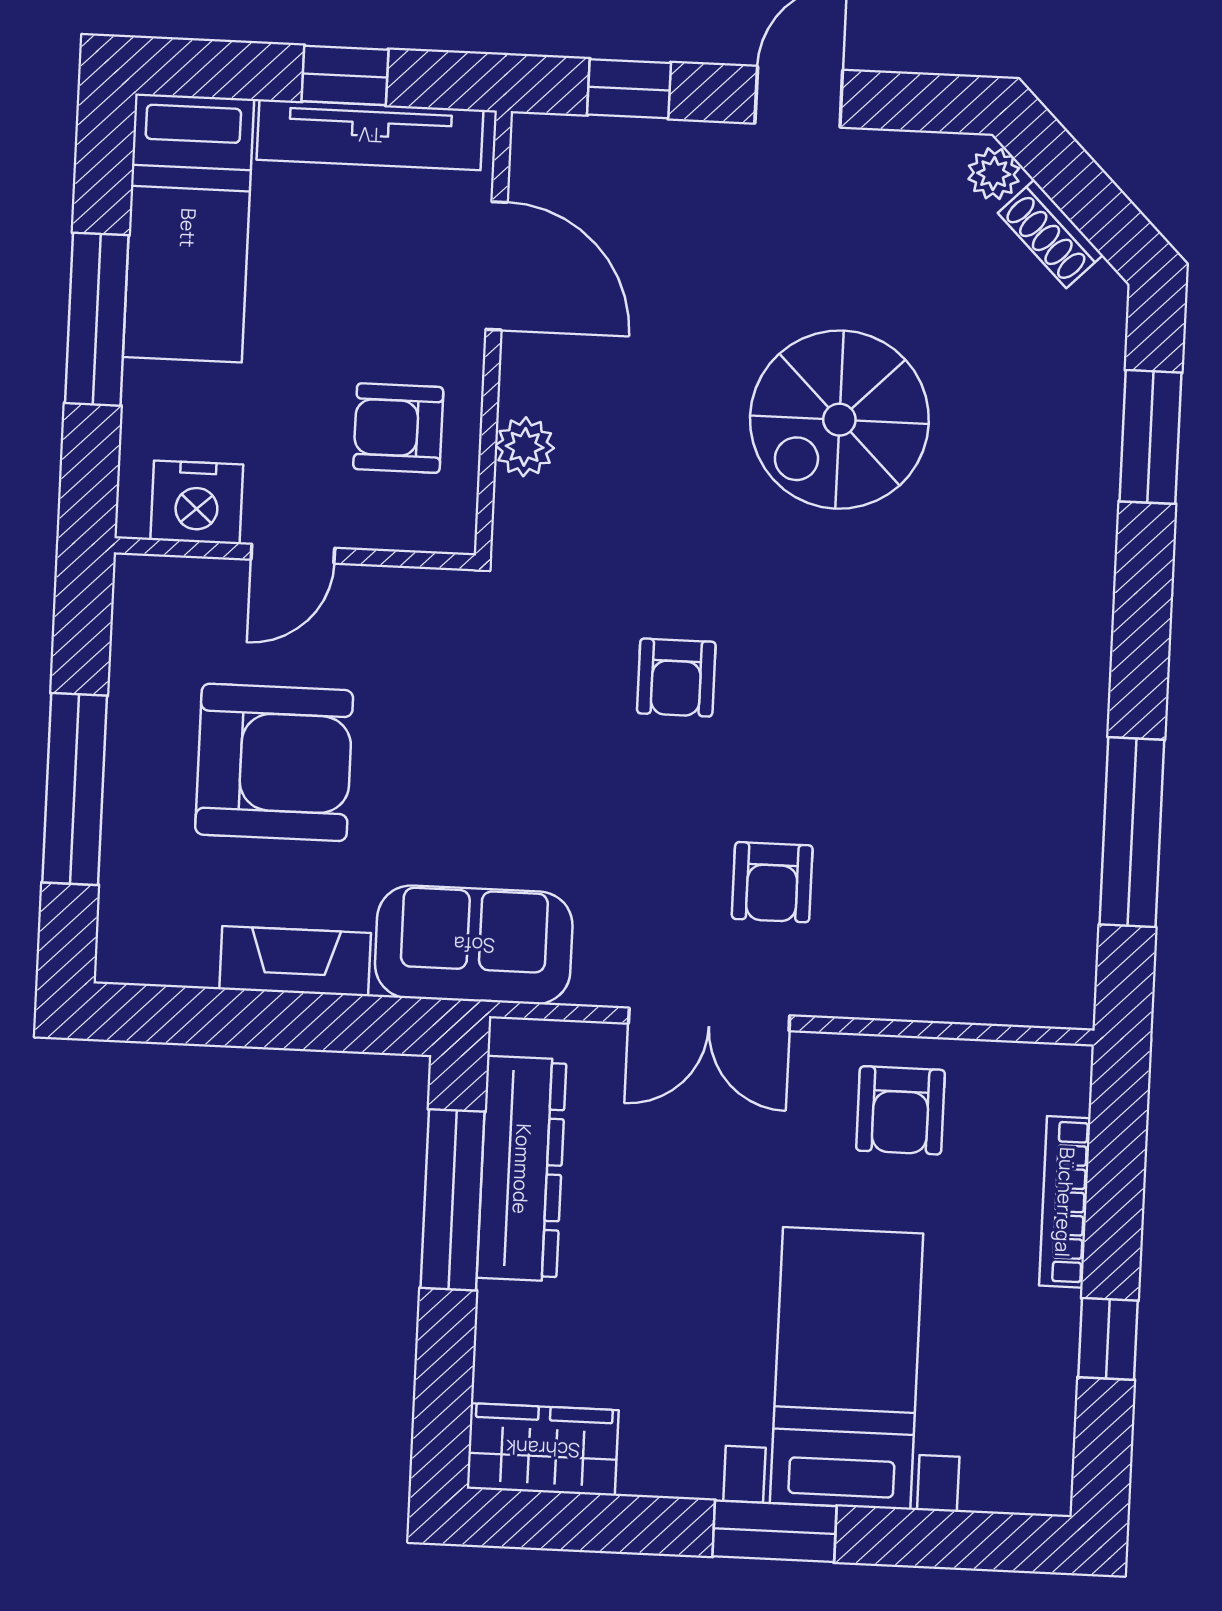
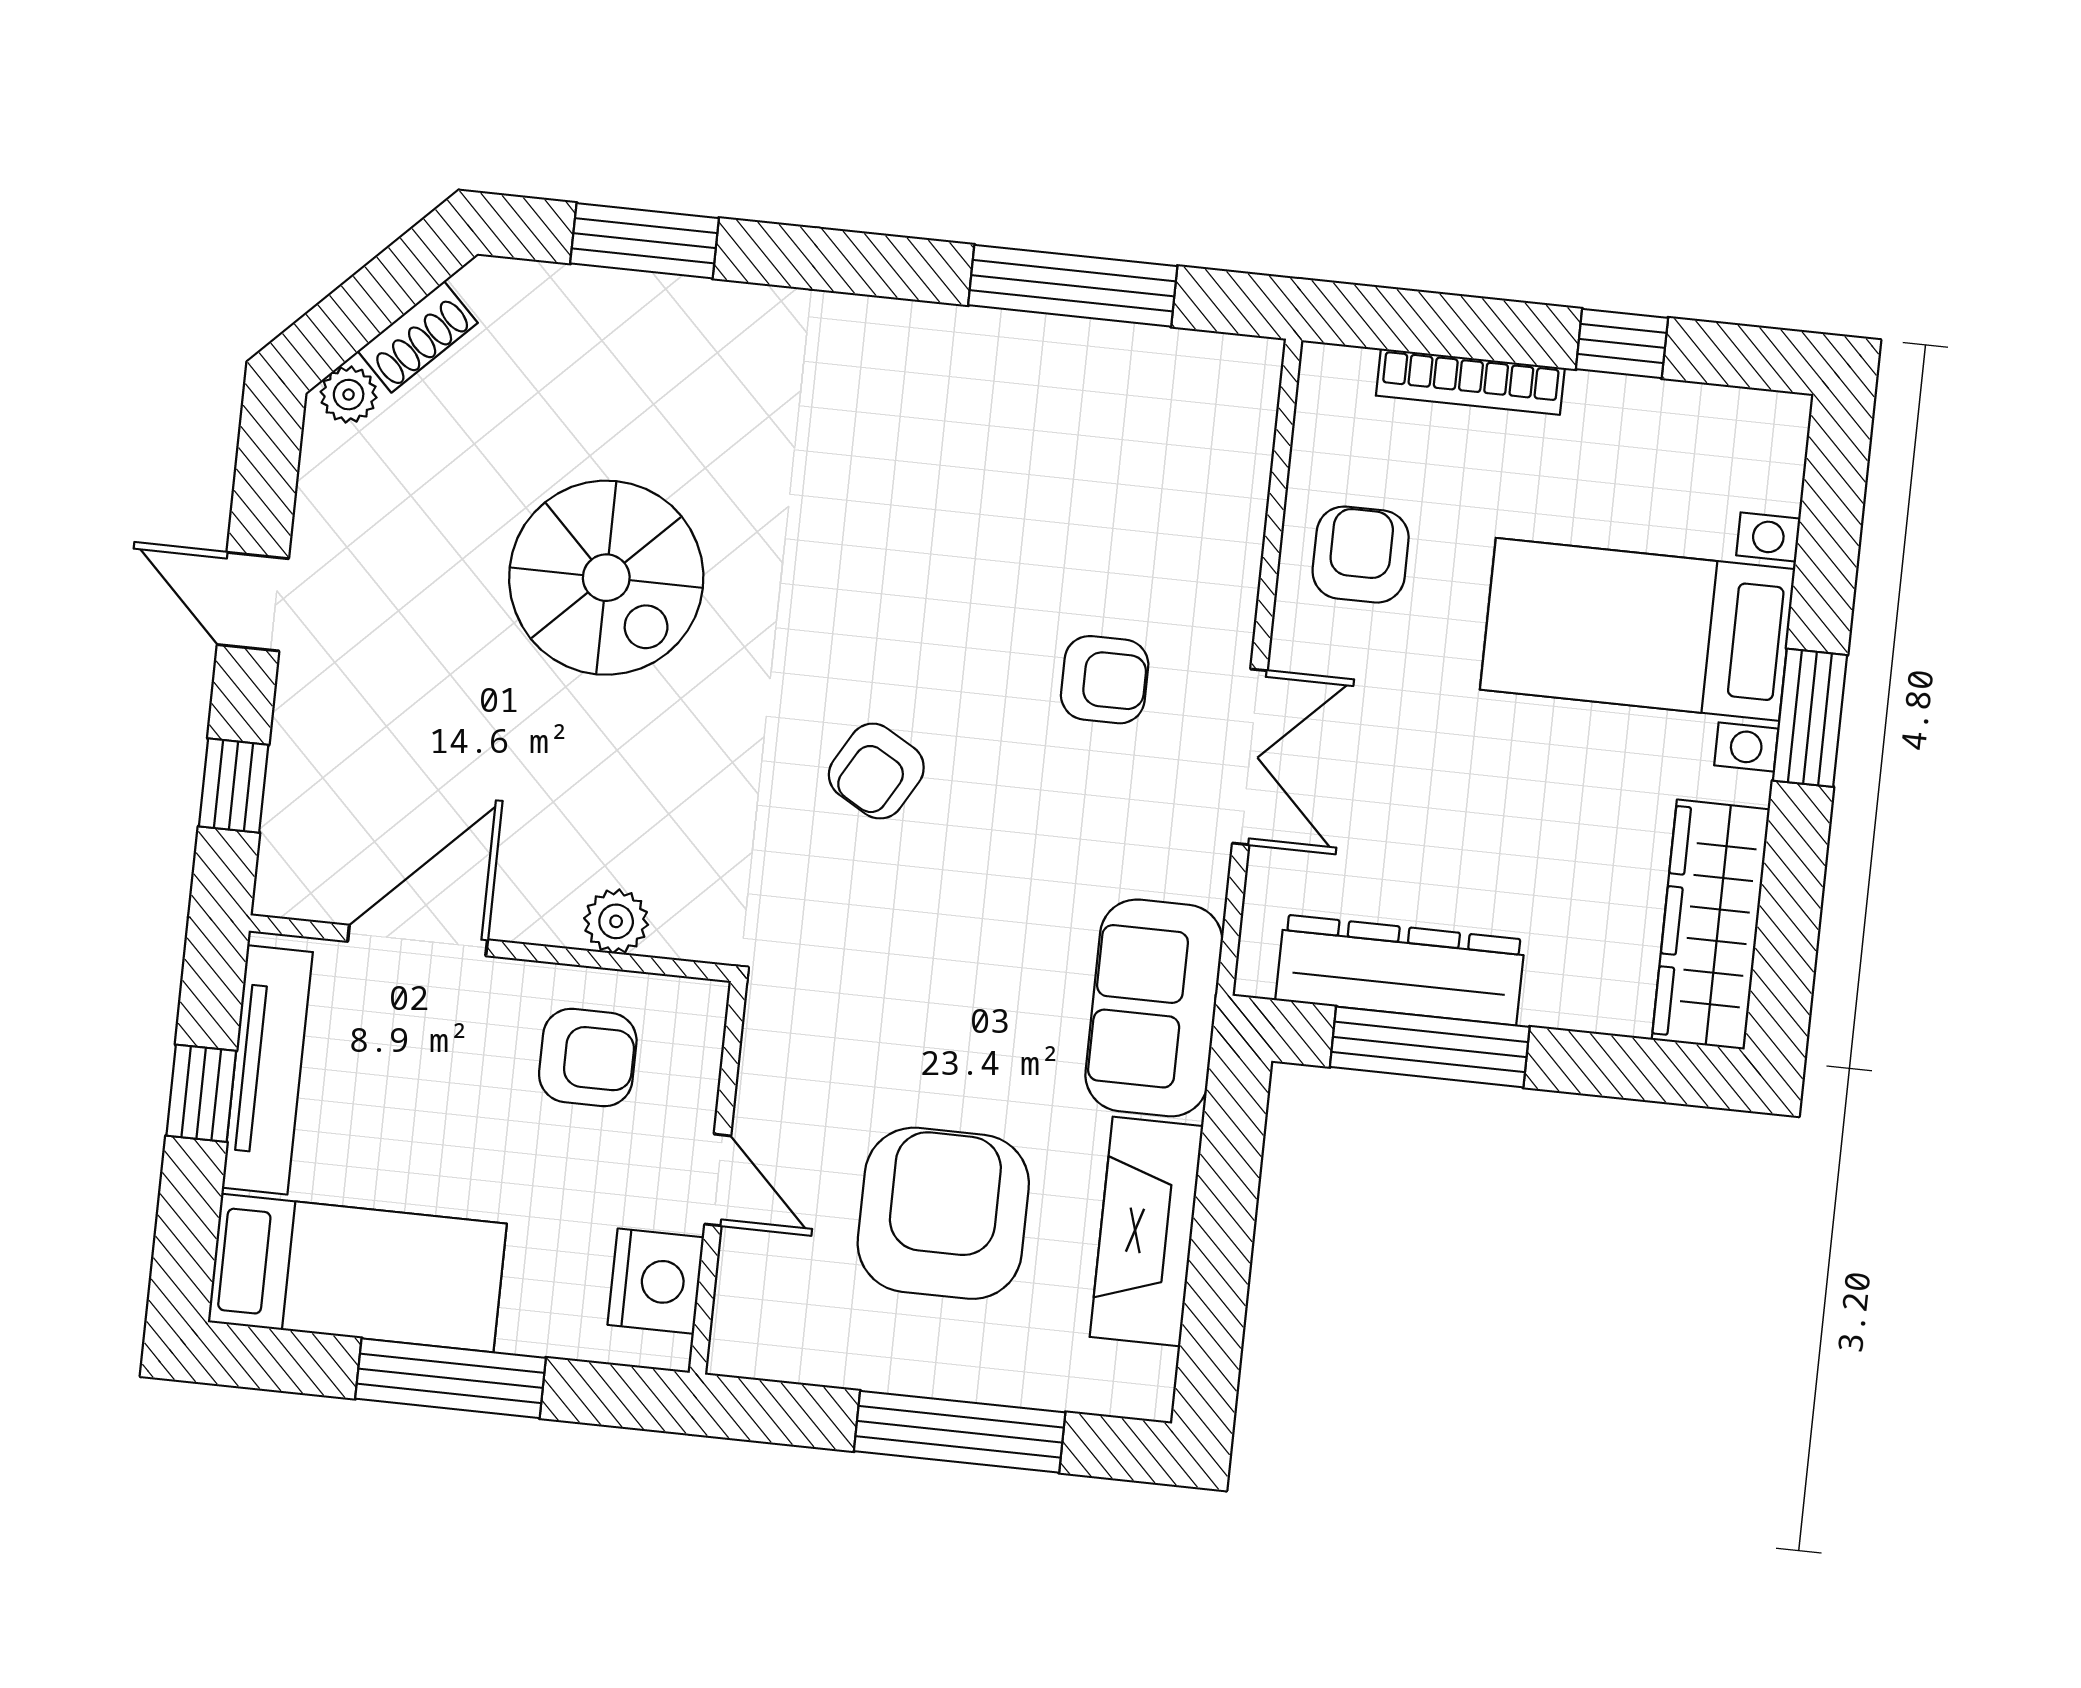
armchair: (398, 428) -> (588, 1057), turned -90
armchair: (676, 678) -> (876, 771), turned 120
fireplace: (295, 961) -> (1146, 1232), width x1.37, depth x1.32
armchair: (901, 1110) -> (1361, 555), turned -90
wardrobe: (543, 1449) -> (1711, 925), width x1.50

